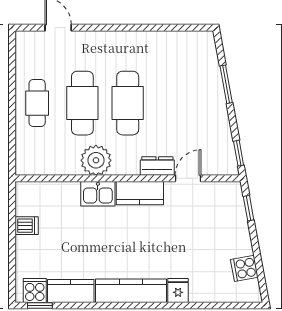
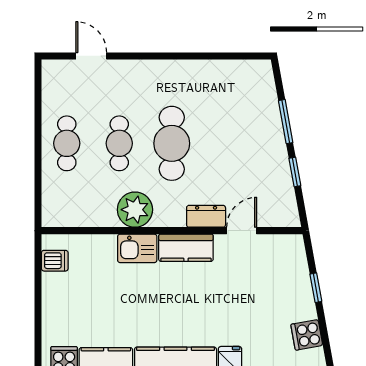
cafe table: (82, 103) -> (119, 143), width x0.73, depth x0.74
window: (239, 153) -> (295, 172), moved
window: (249, 208) -> (316, 288), moved
dishwasher: (27, 226) -> (55, 261), moved

